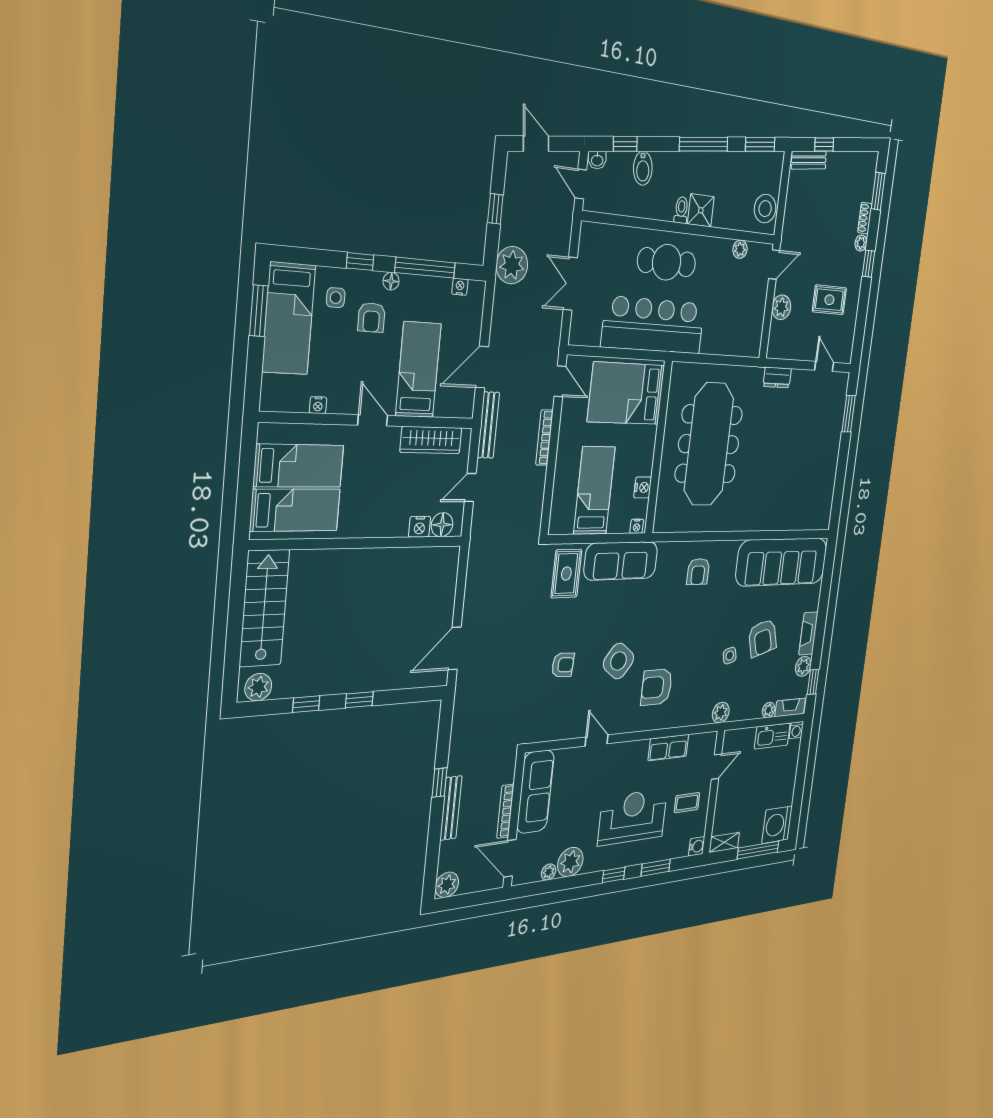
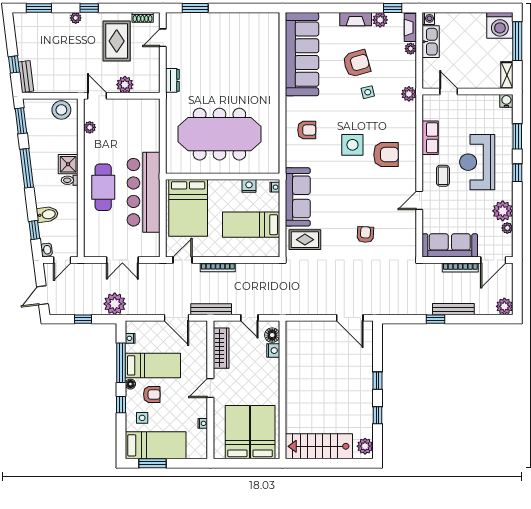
shoe rack: (865, 218) -> (143, 17), moved
rug: (829, 300) -> (117, 41), width x1.36, depth x1.43
bed: (418, 370) -> (153, 365), moved, turned 180
side table: (618, 661) -> (352, 145), moved, turned -38
armchair: (657, 687) -> (386, 155), turned -90
coffee table: (687, 803) -> (443, 176), moved

